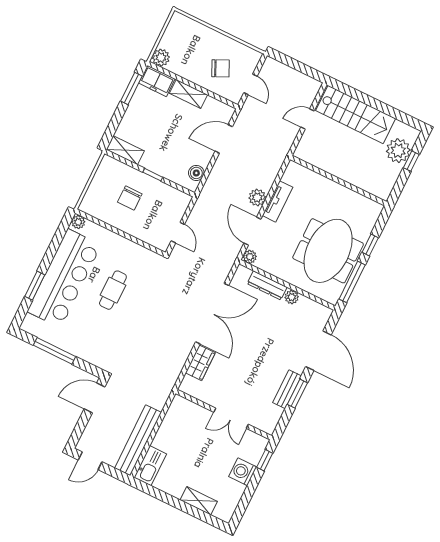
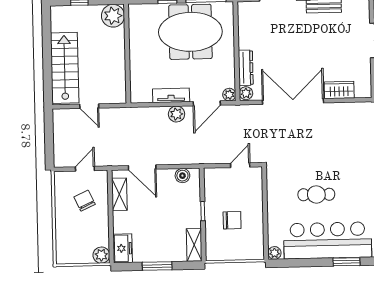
window: (131, 89) -> (157, 266), moved
shelving: (189, 94) -> (119, 194), moved
plant: (398, 151) -> (113, 16), moved
plant: (292, 297) -> (246, 93), moved

